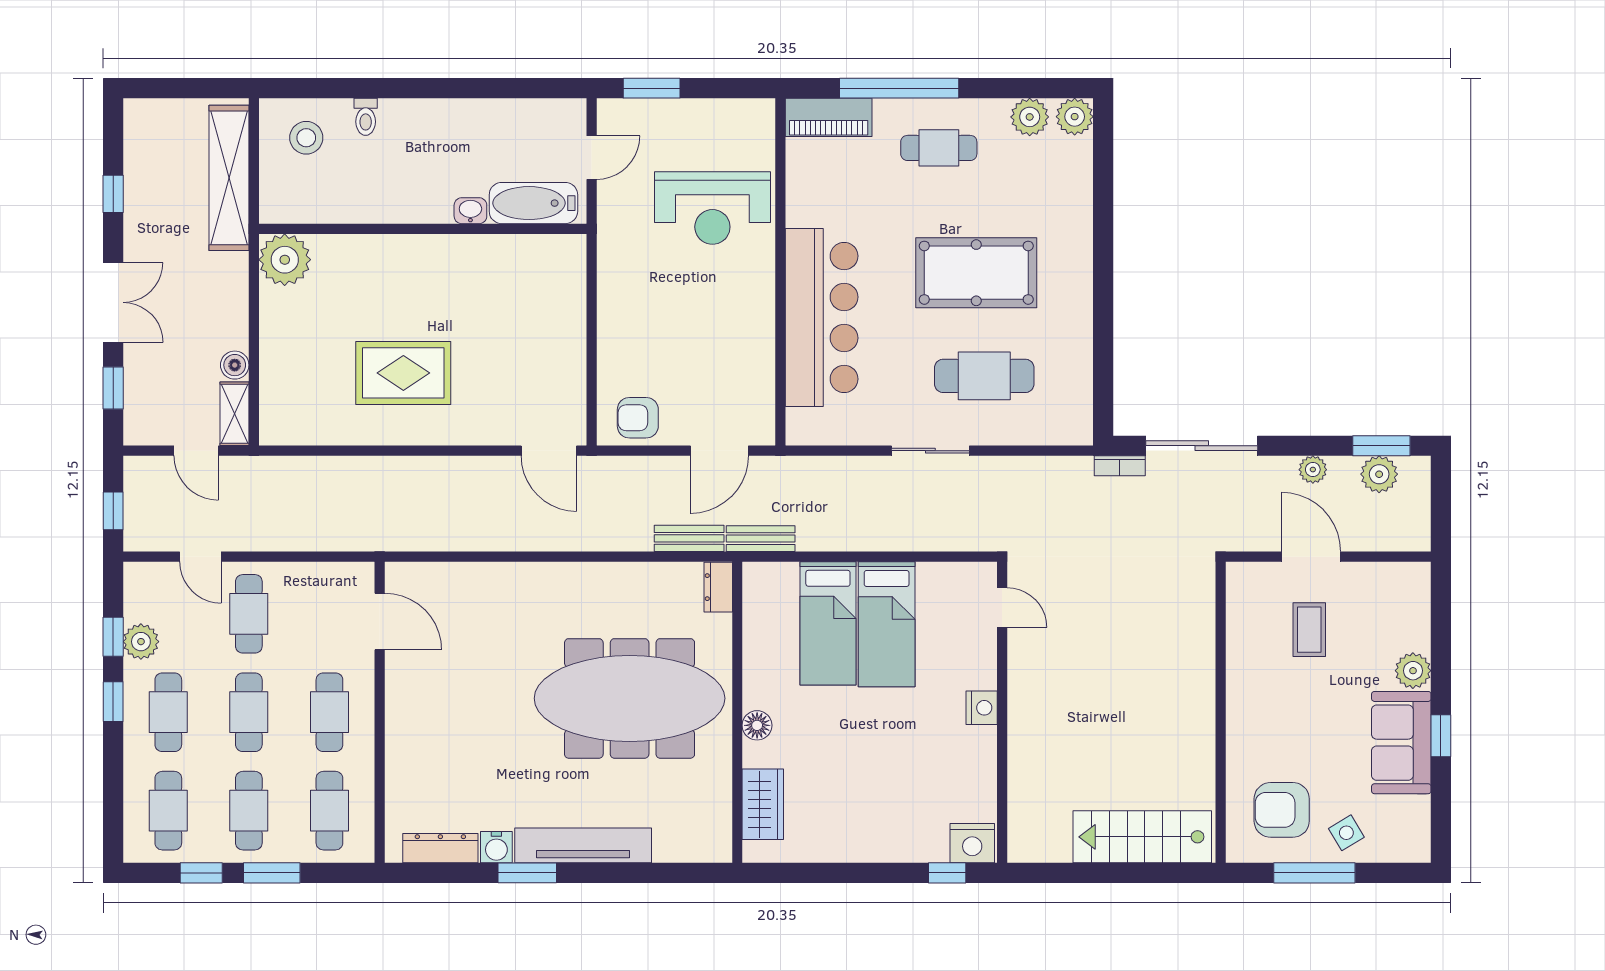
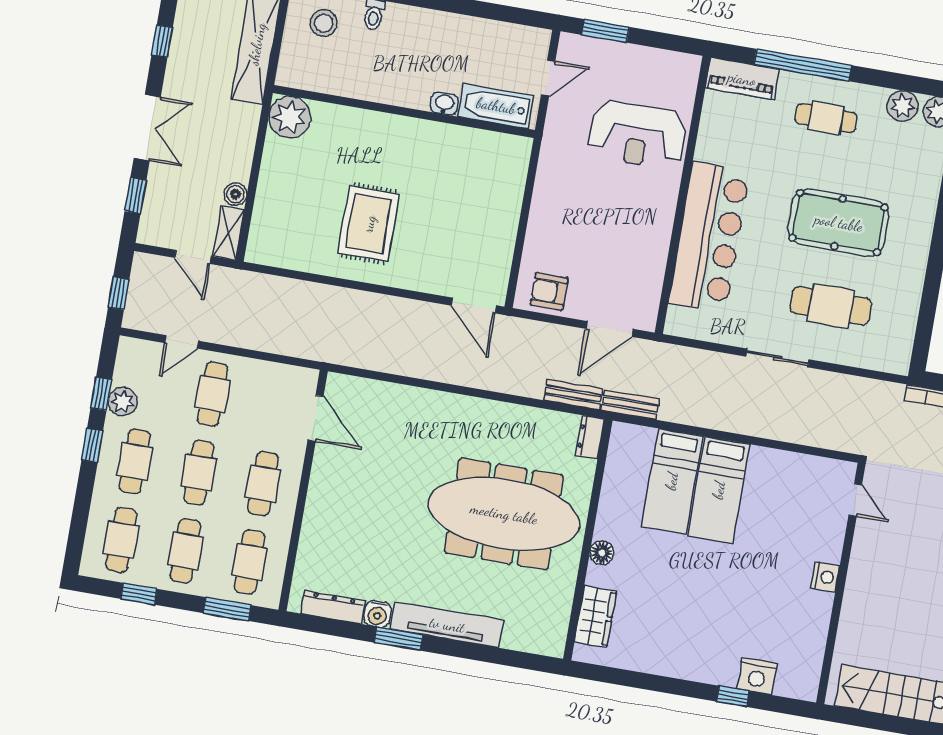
rug: (403, 373) -> (369, 224), turned 90
door: (200, 557) -> (182, 342), hinge flipped
door: (1002, 607) -> (855, 500), moved
nightstand: (982, 708) -> (825, 577), moved
wall: (1002, 712) -> (841, 583), moved
window: (272, 873) -> (227, 609), moved

